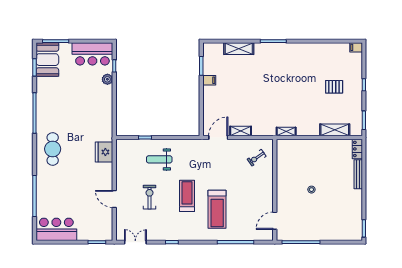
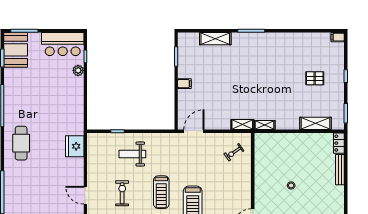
filing cabinet: (209, 80) -> (184, 84), moved
shelving: (241, 131) -> (242, 124), moved
treadmill: (187, 196) -> (161, 192), turned 180

